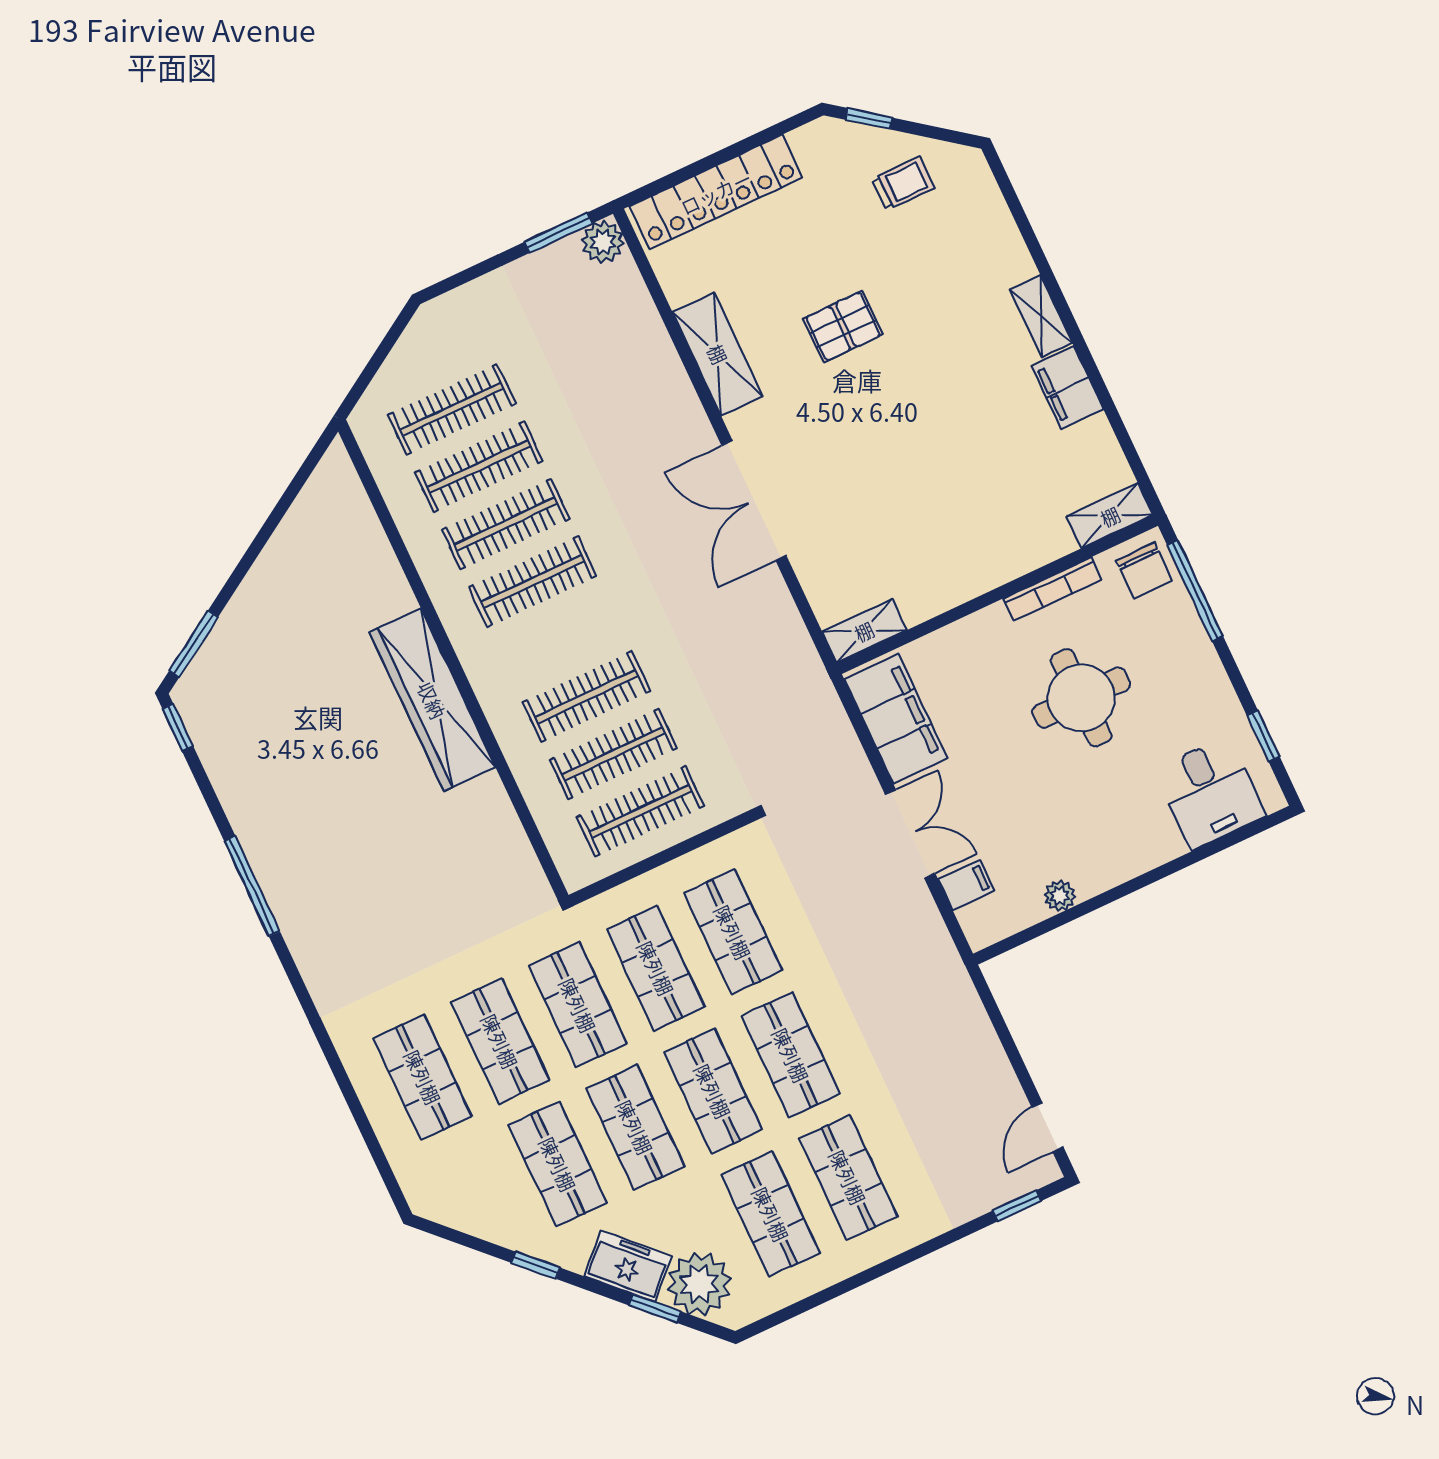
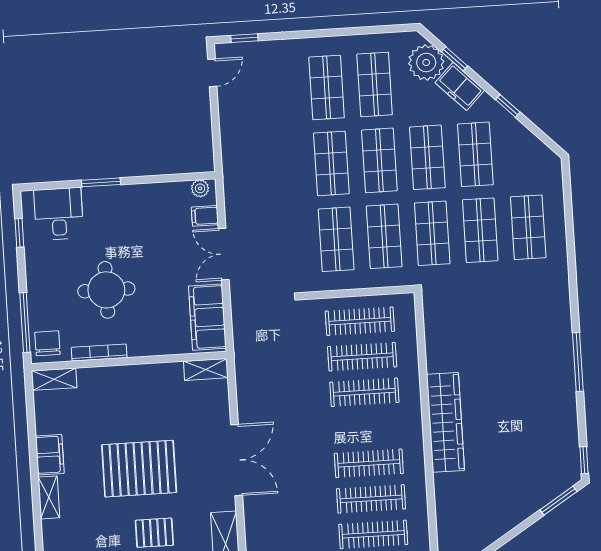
pallet: (910, 423) -> (139, 469), added
window: (1160, 873) -> (101, 182), added
plant: (1060, 896) -> (200, 188), moved

